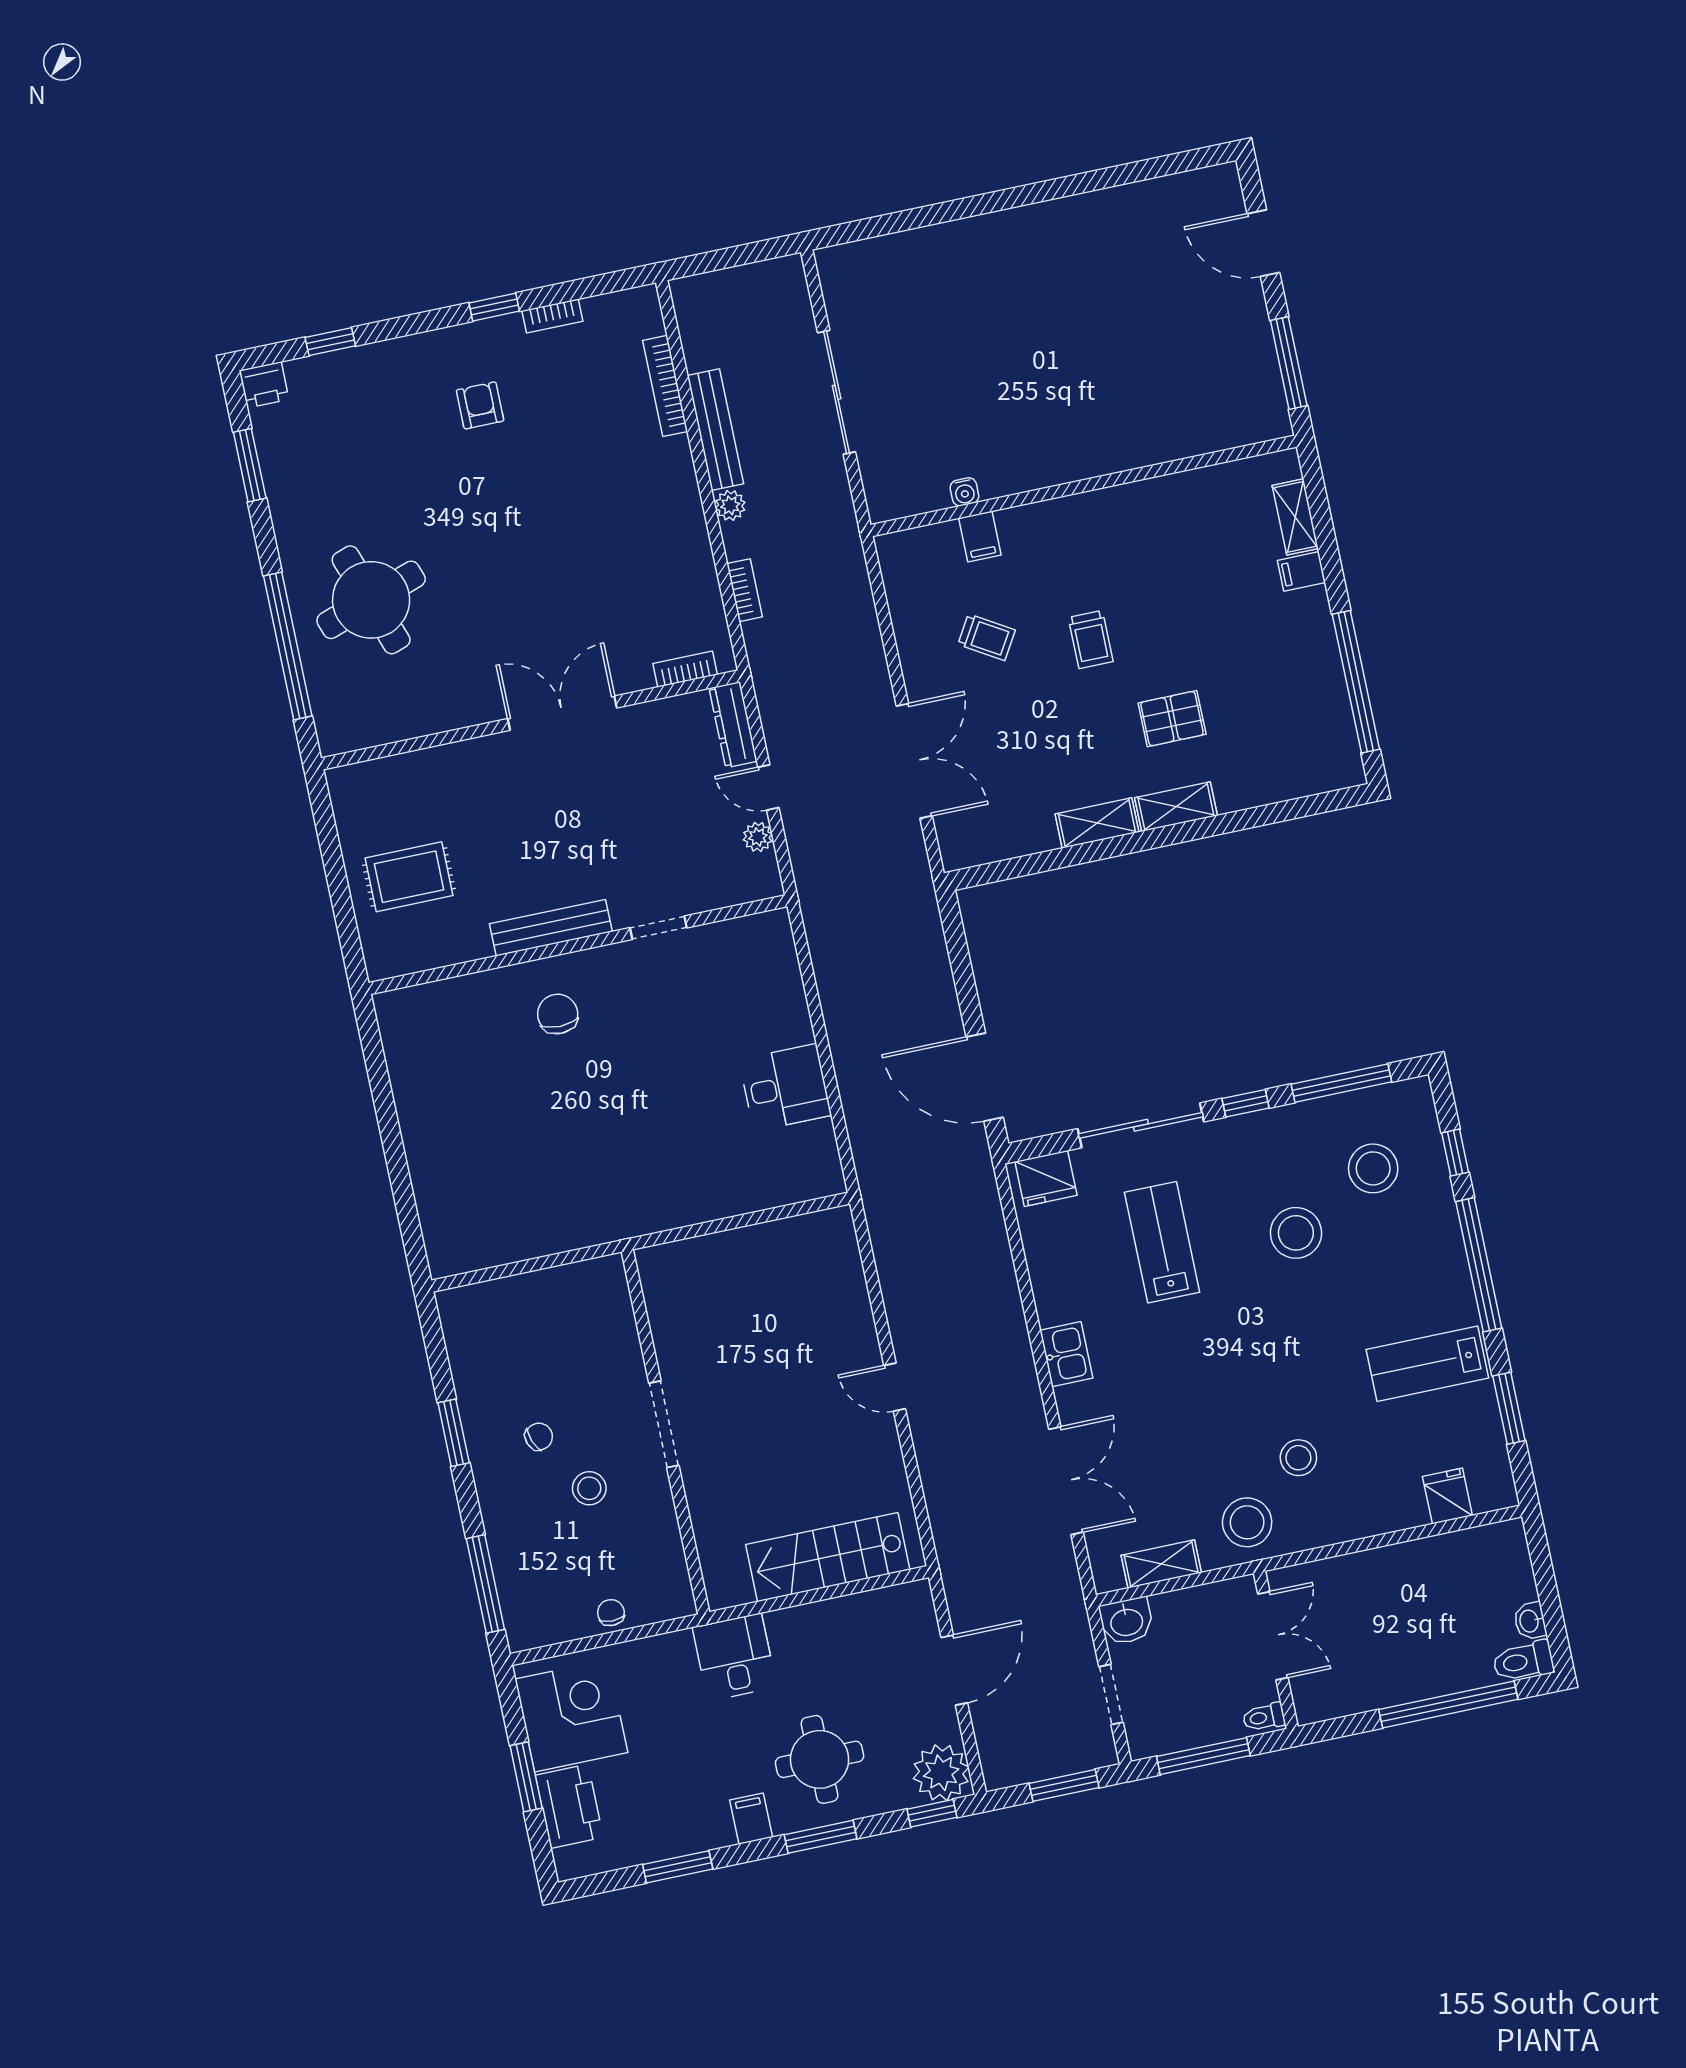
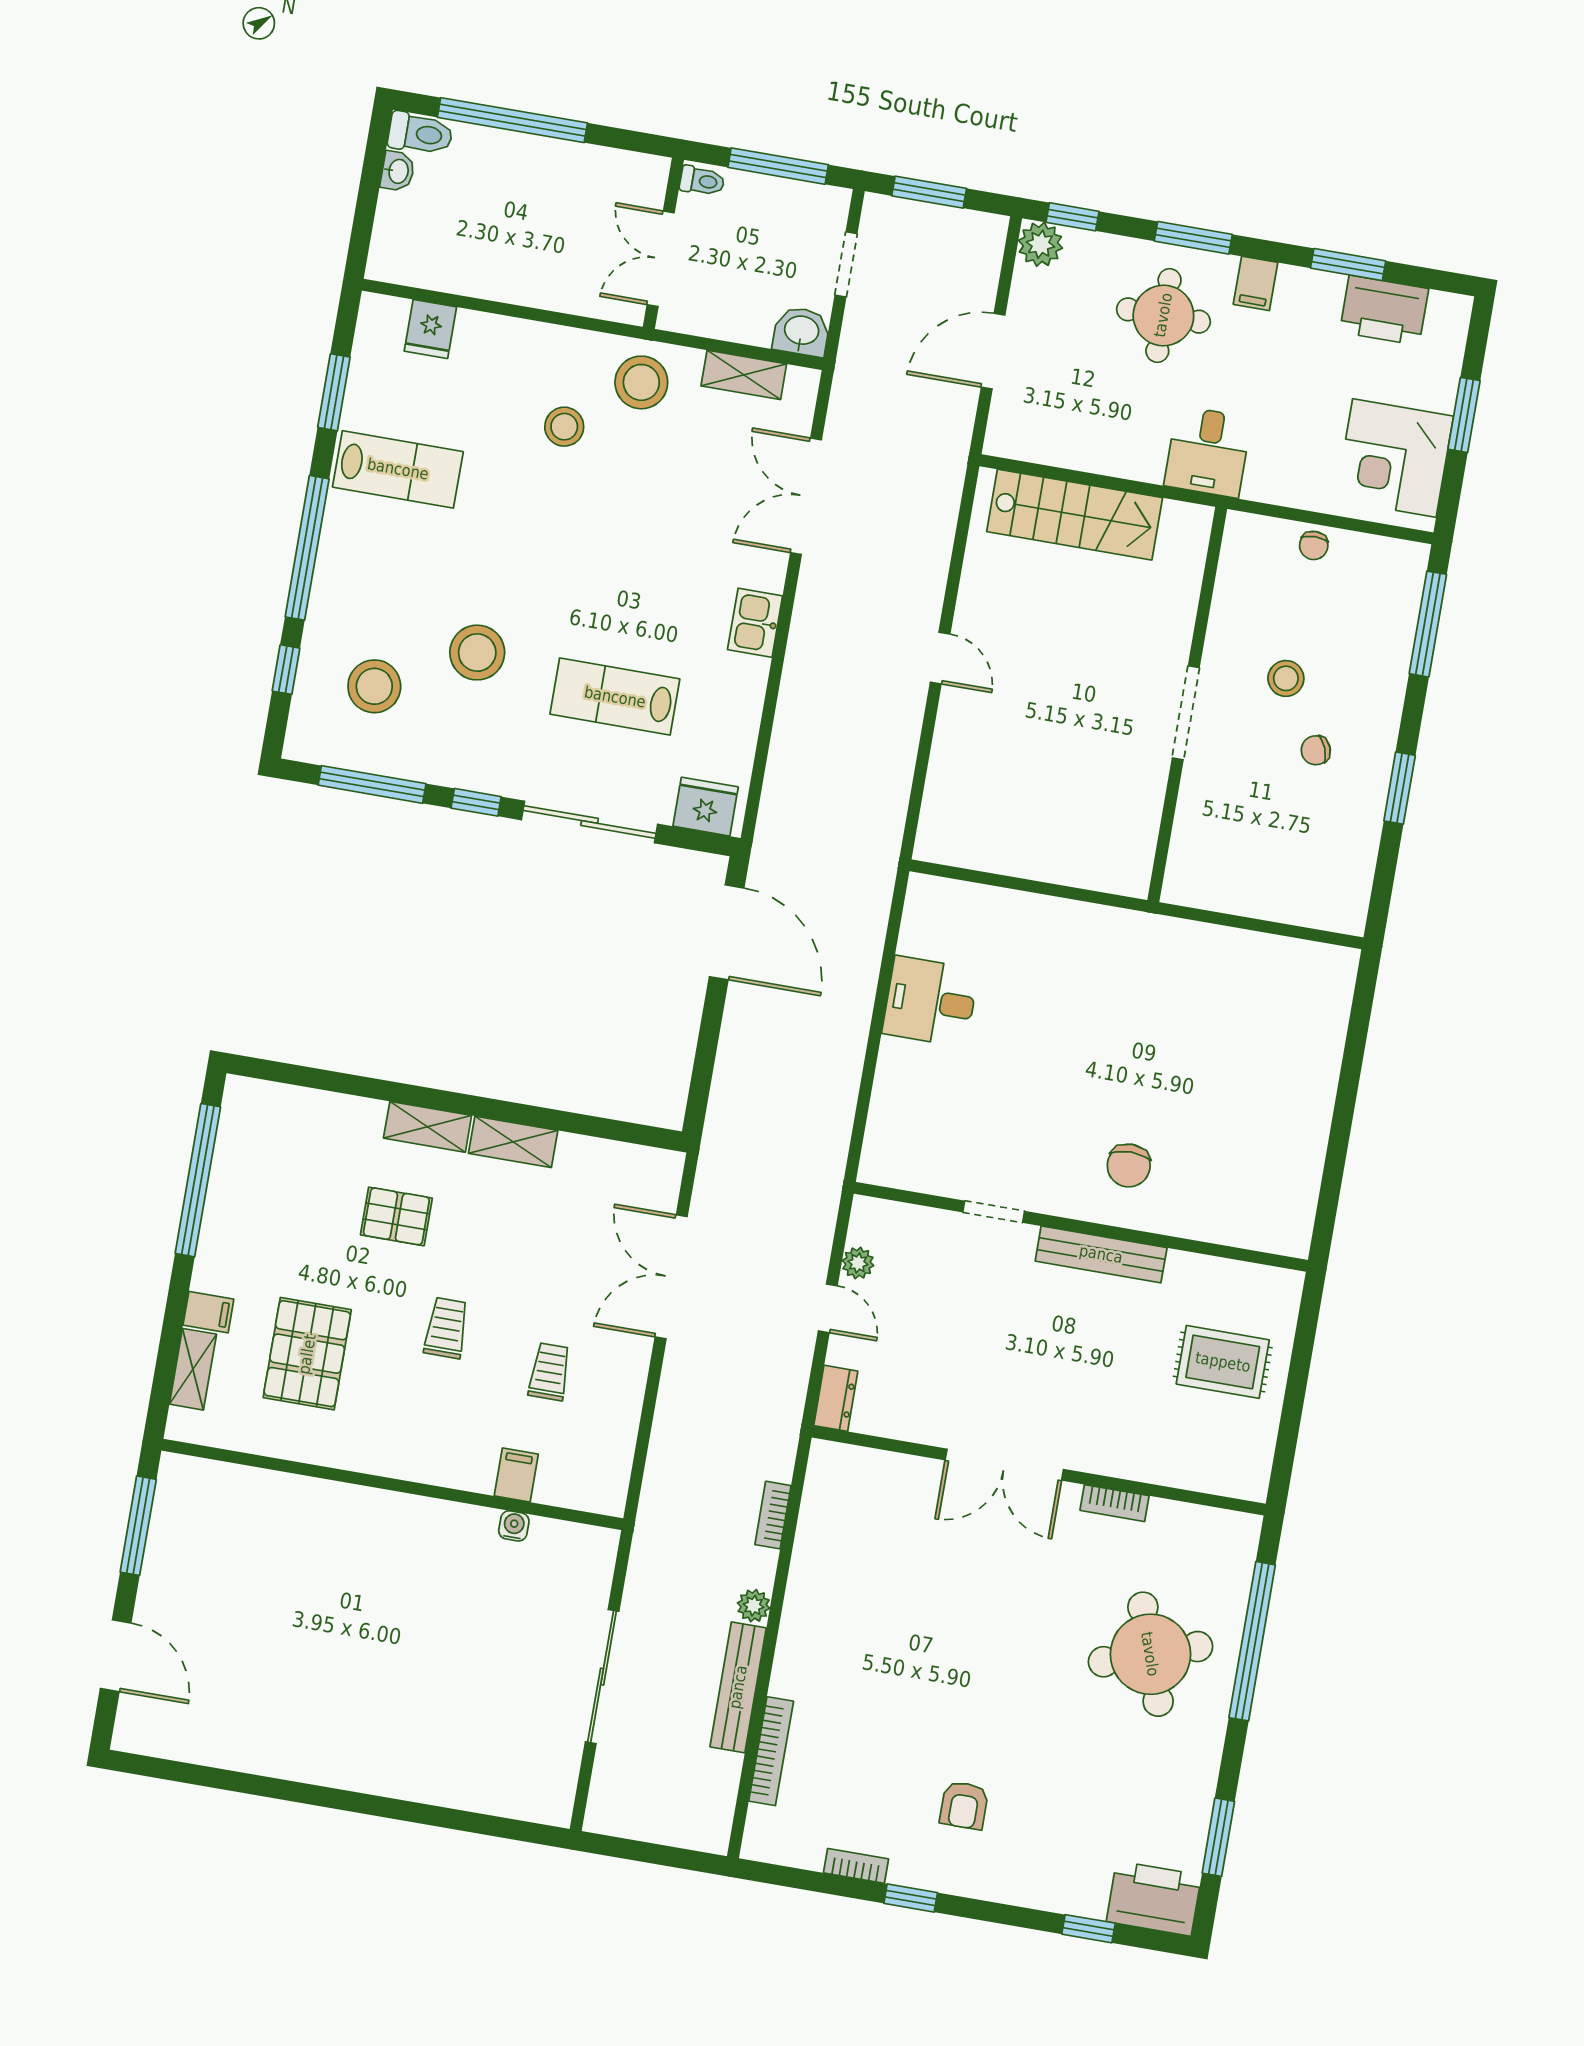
printer: (264, 385) -> (1154, 1898), width x1.87, depth x1.48
pallet: (1202, 570) -> (307, 1354), added
trolley: (987, 637) -> (550, 1372), turned 59
bookcase: (685, 669) -> (1115, 1503), moved
dresser: (733, 725) -> (836, 1398), width x0.70
lab bench: (1162, 1242) -> (615, 697), turned 90
plant: (941, 1773) -> (1040, 244), width x0.73, depth x0.73
printer: (569, 1806) -> (1384, 310), moved, turned -90

